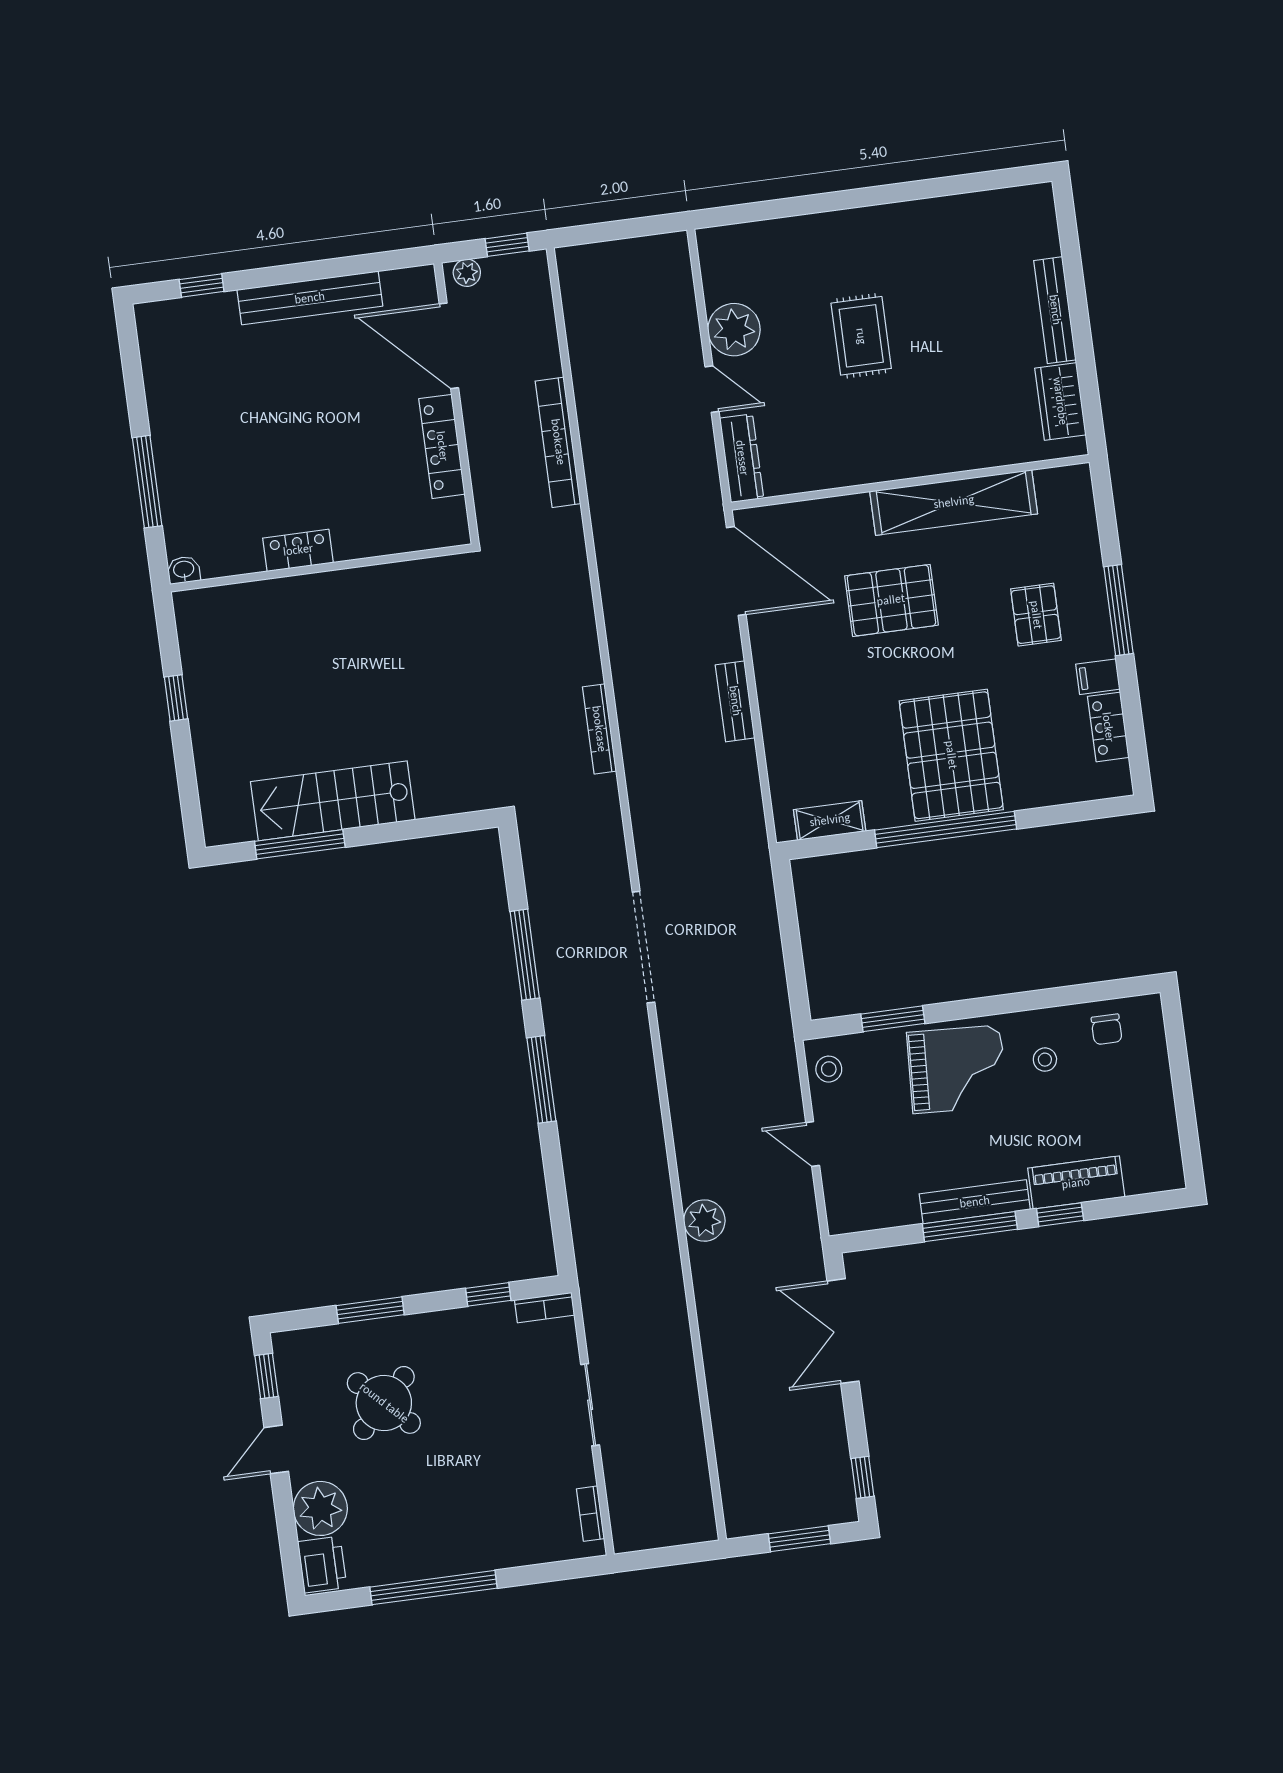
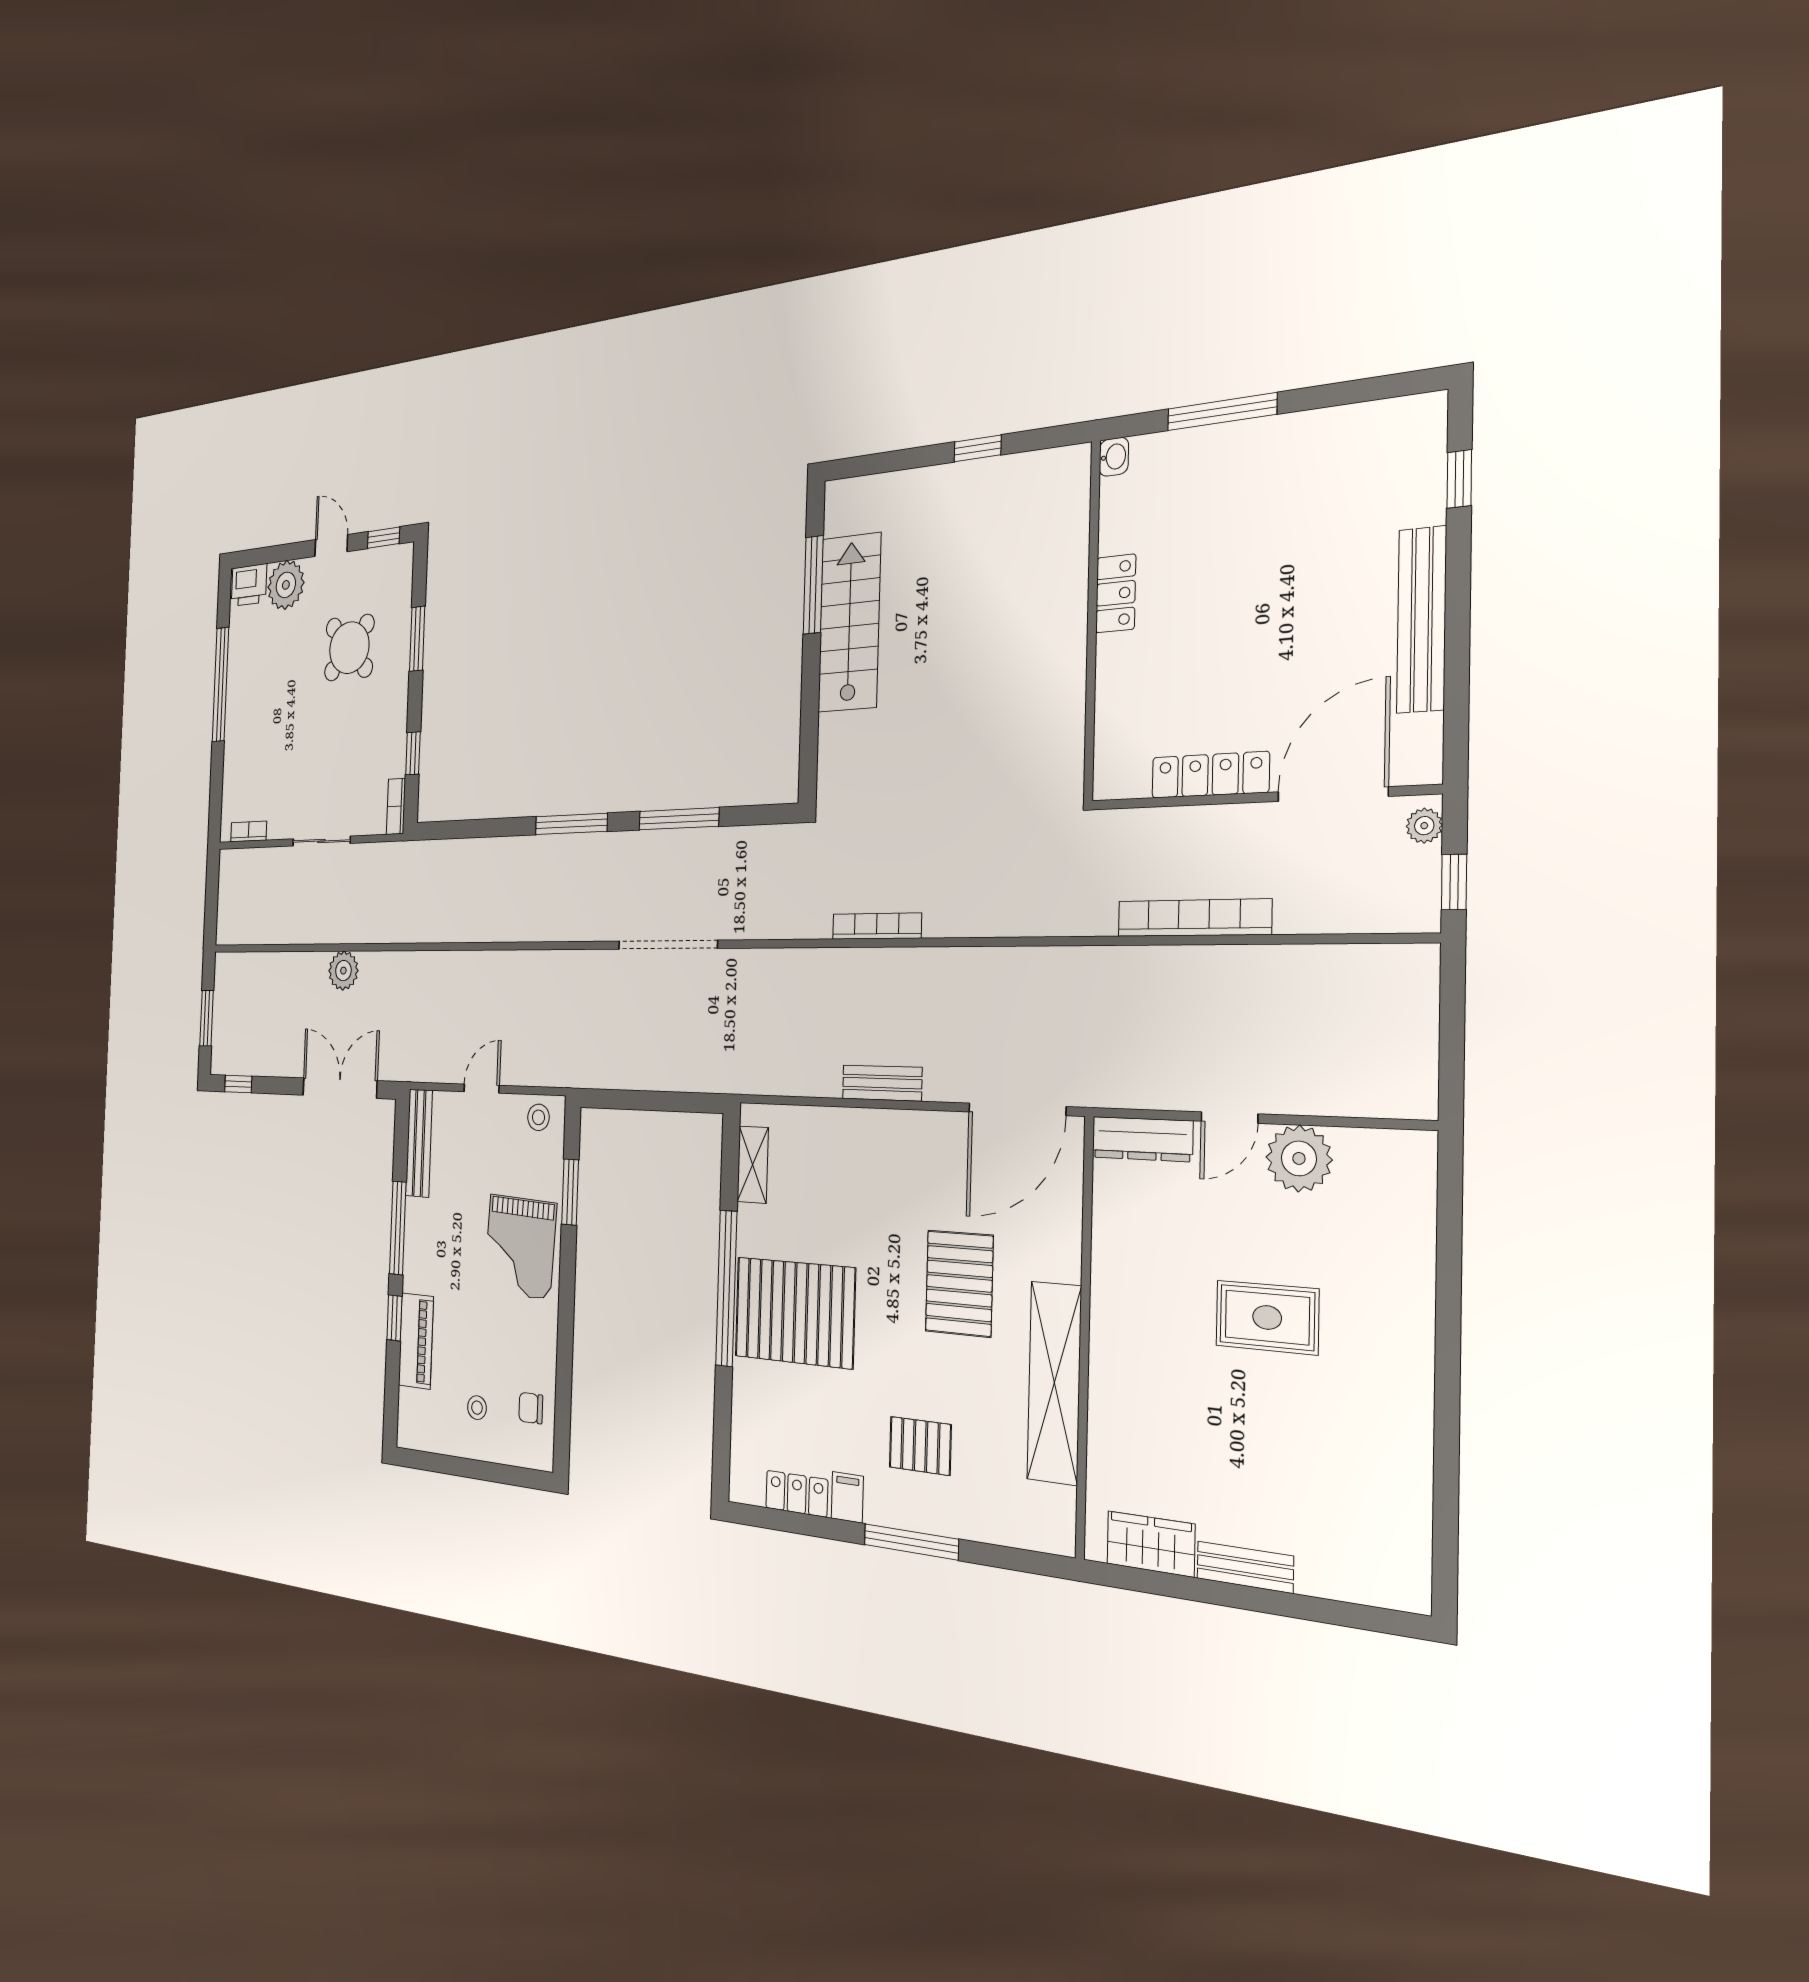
bench: (1055, 310) -> (1245, 1567), width x0.73
stool: (1045, 1060) -> (477, 1408), moved
bench: (975, 1202) -> (419, 1143), moved
plant: (704, 1221) -> (343, 971), moved

